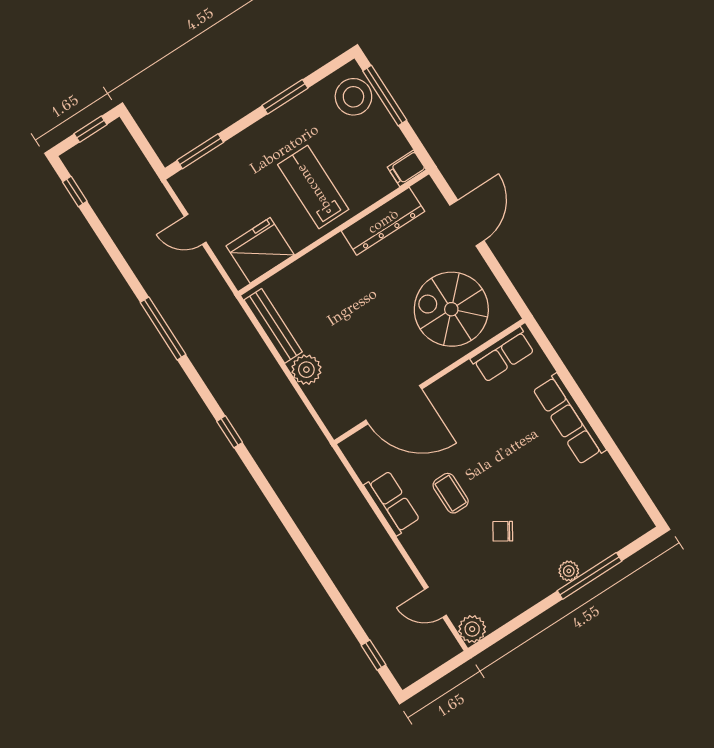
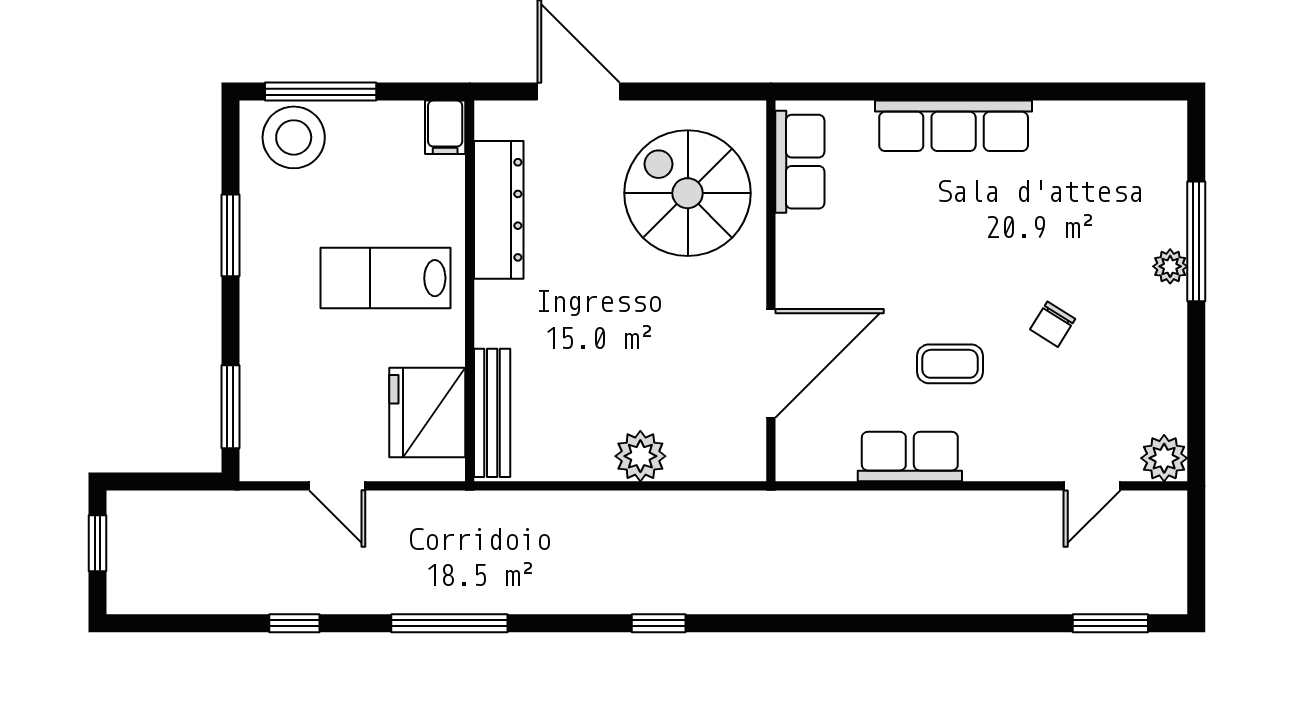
window: (75, 192) -> (294, 623), moved
door: (195, 229) -> (337, 486), hinge flipped
spiral stairs: (451, 309) -> (688, 193), turned 90
bench: (273, 326) -> (492, 413), moved, turned 90
window: (374, 655) -> (1110, 623), width x1.50

